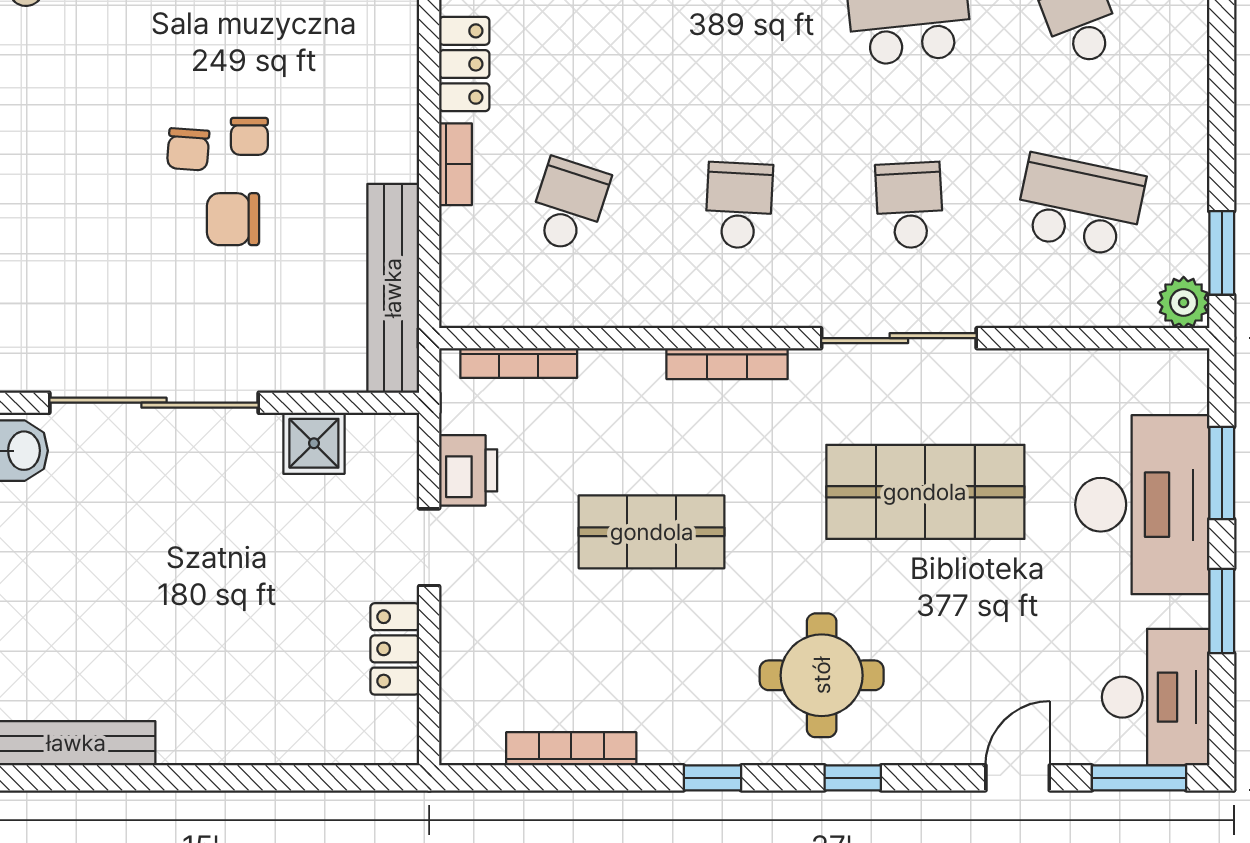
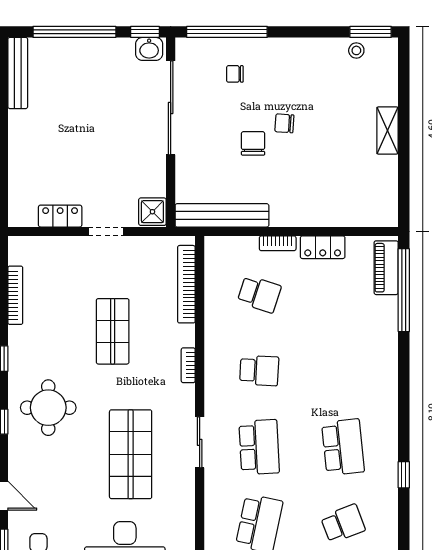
chair: (249, 136) -> (235, 74), moved
school desk: (909, 205) -> (259, 447), width x1.85
sliding door: (899, 338) -> (200, 442), width x0.73
bookcase: (519, 363) -> (186, 284), width x1.48, depth x1.31
bookcase: (727, 364) -> (188, 365), width x0.64
shower: (314, 443) -> (152, 212), moved
printer: (468, 470) -> (140, 249), removed

